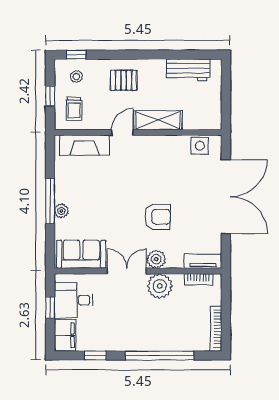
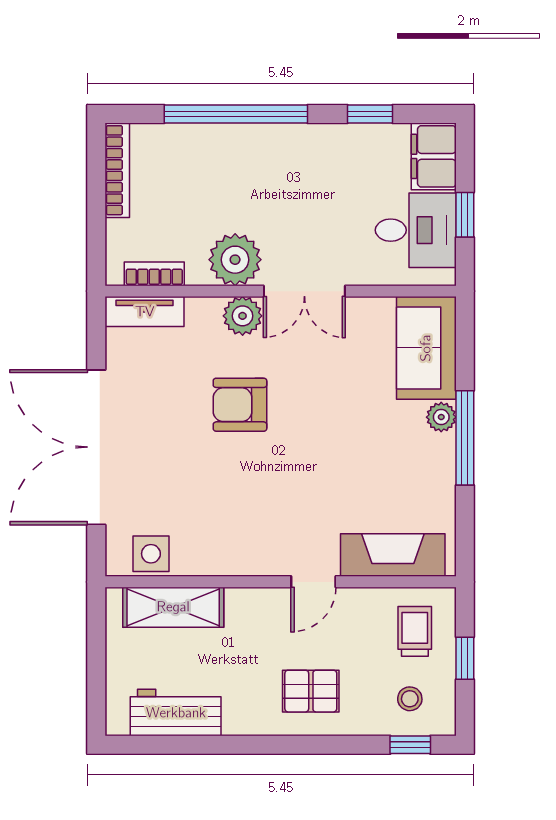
shelving: (158, 120) -> (173, 607), moved
sofa: (81, 254) -> (426, 348), moved, turned 90

